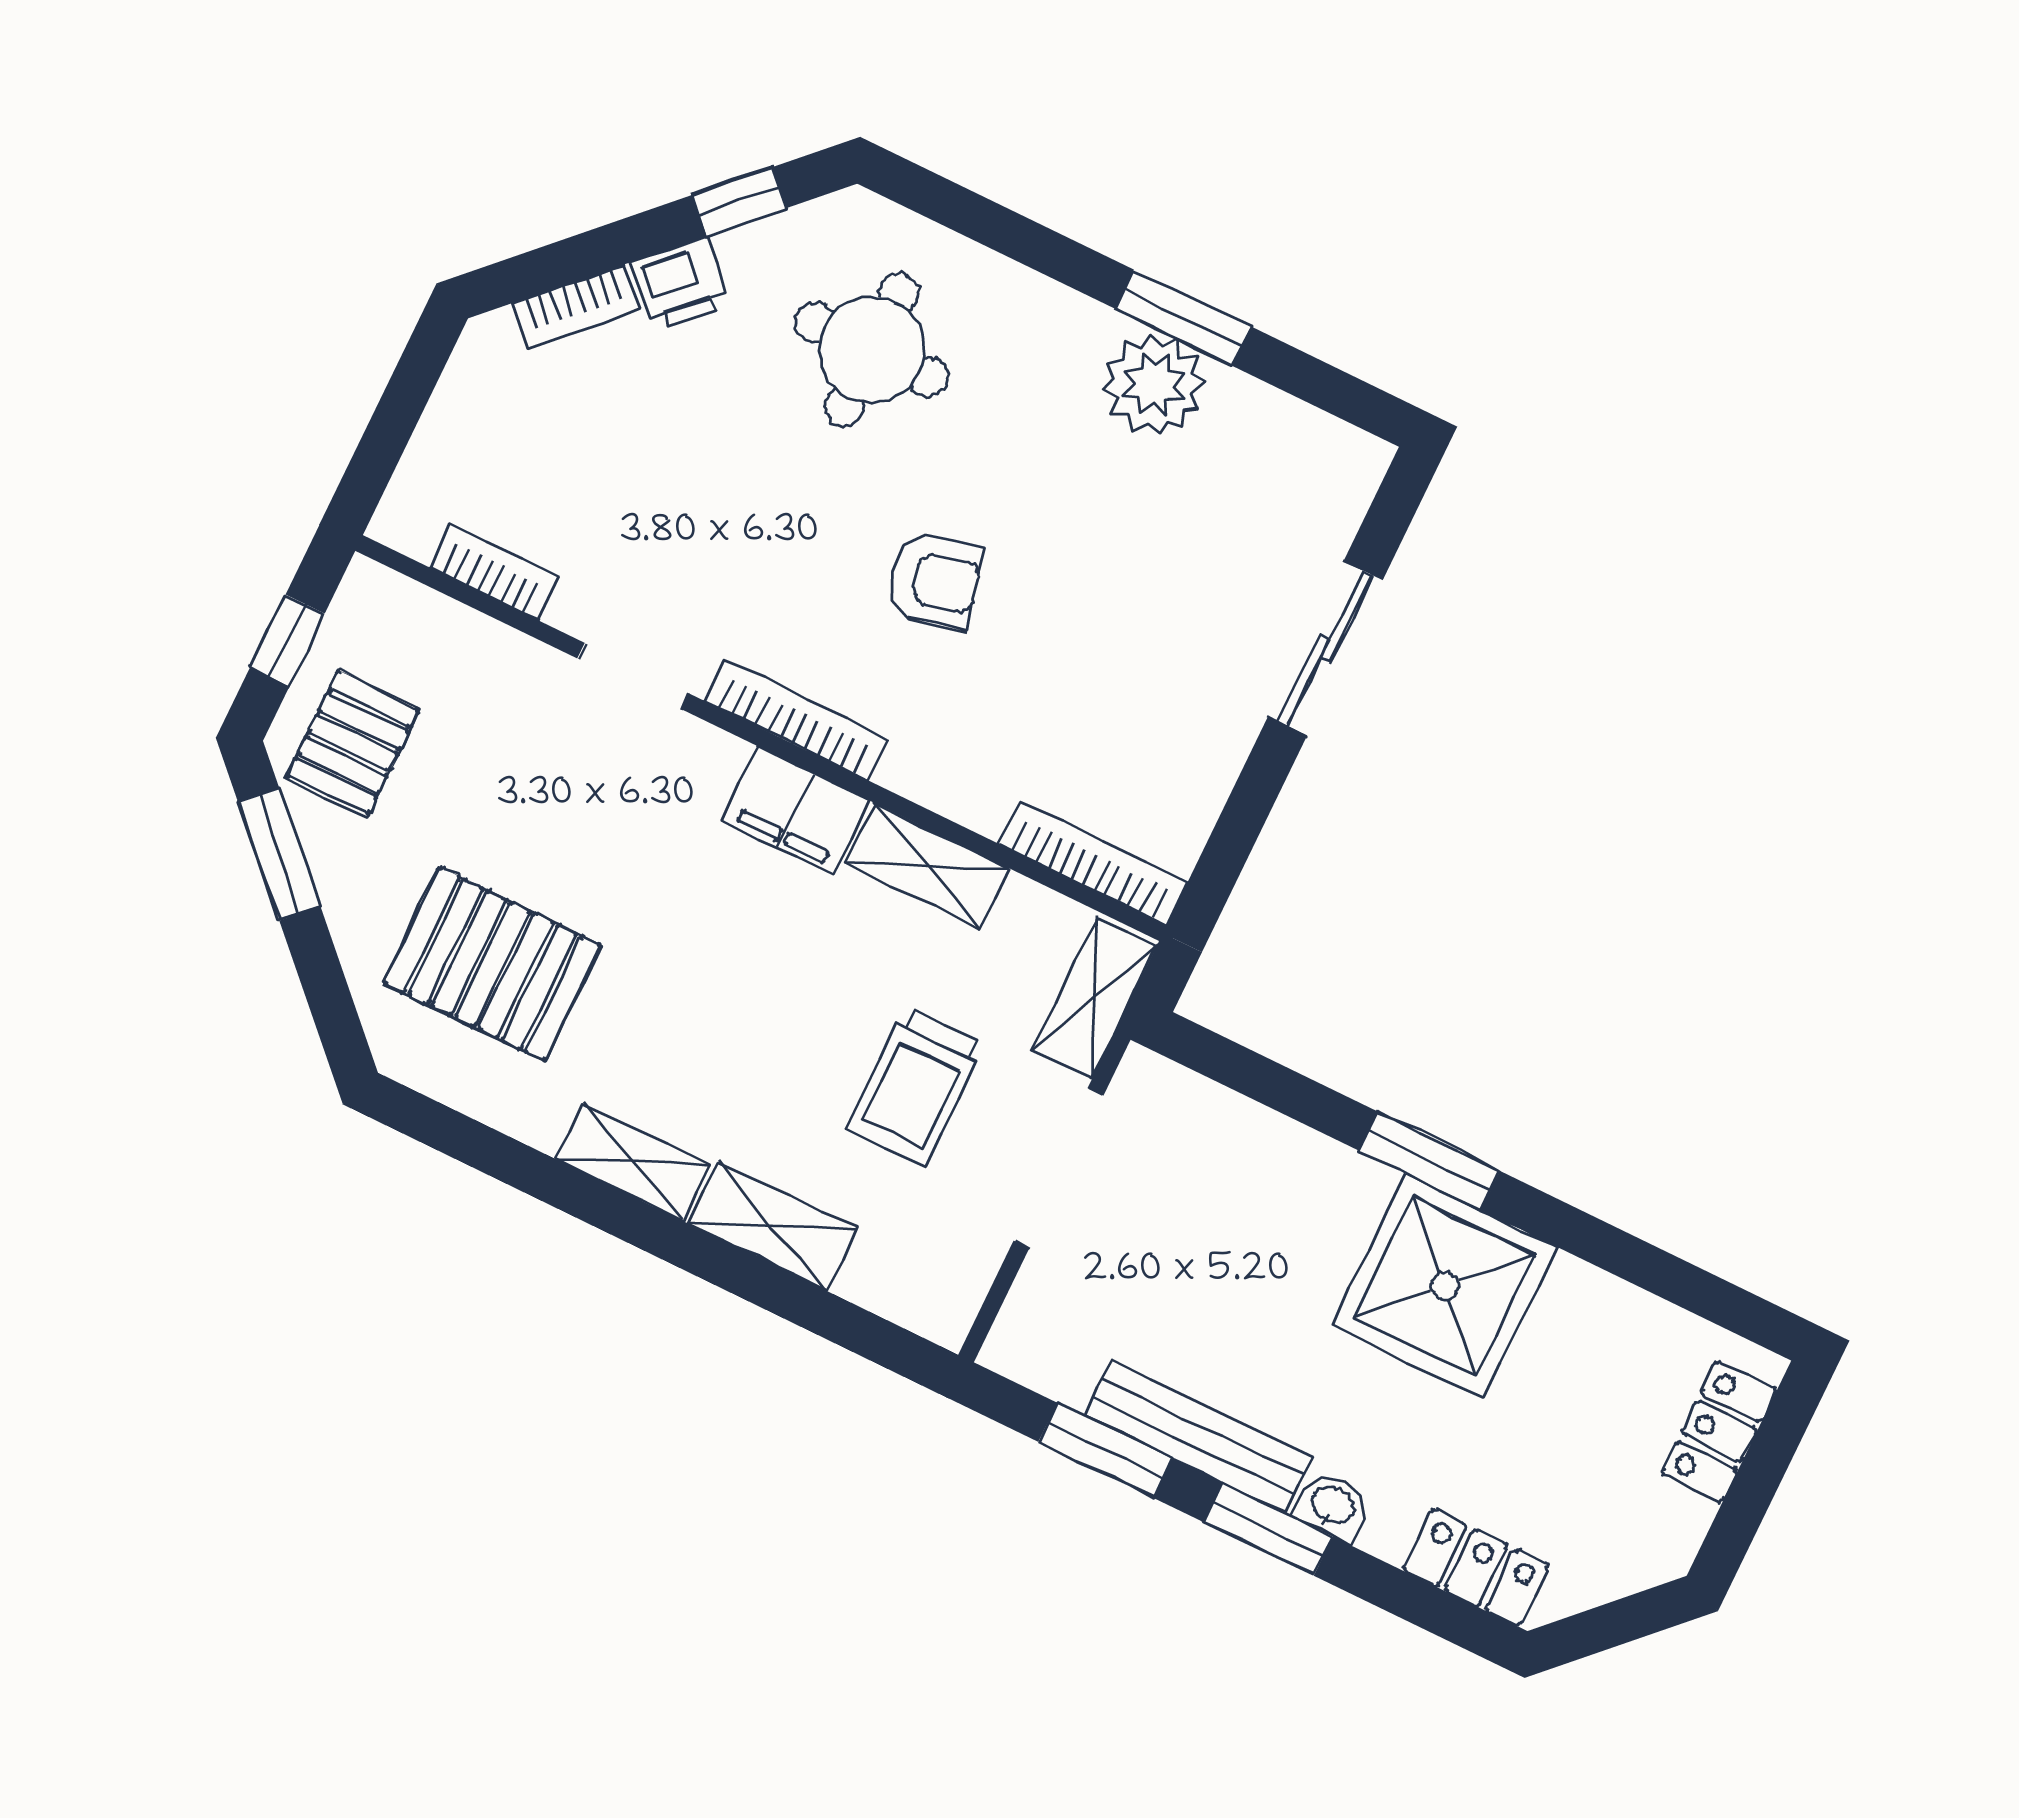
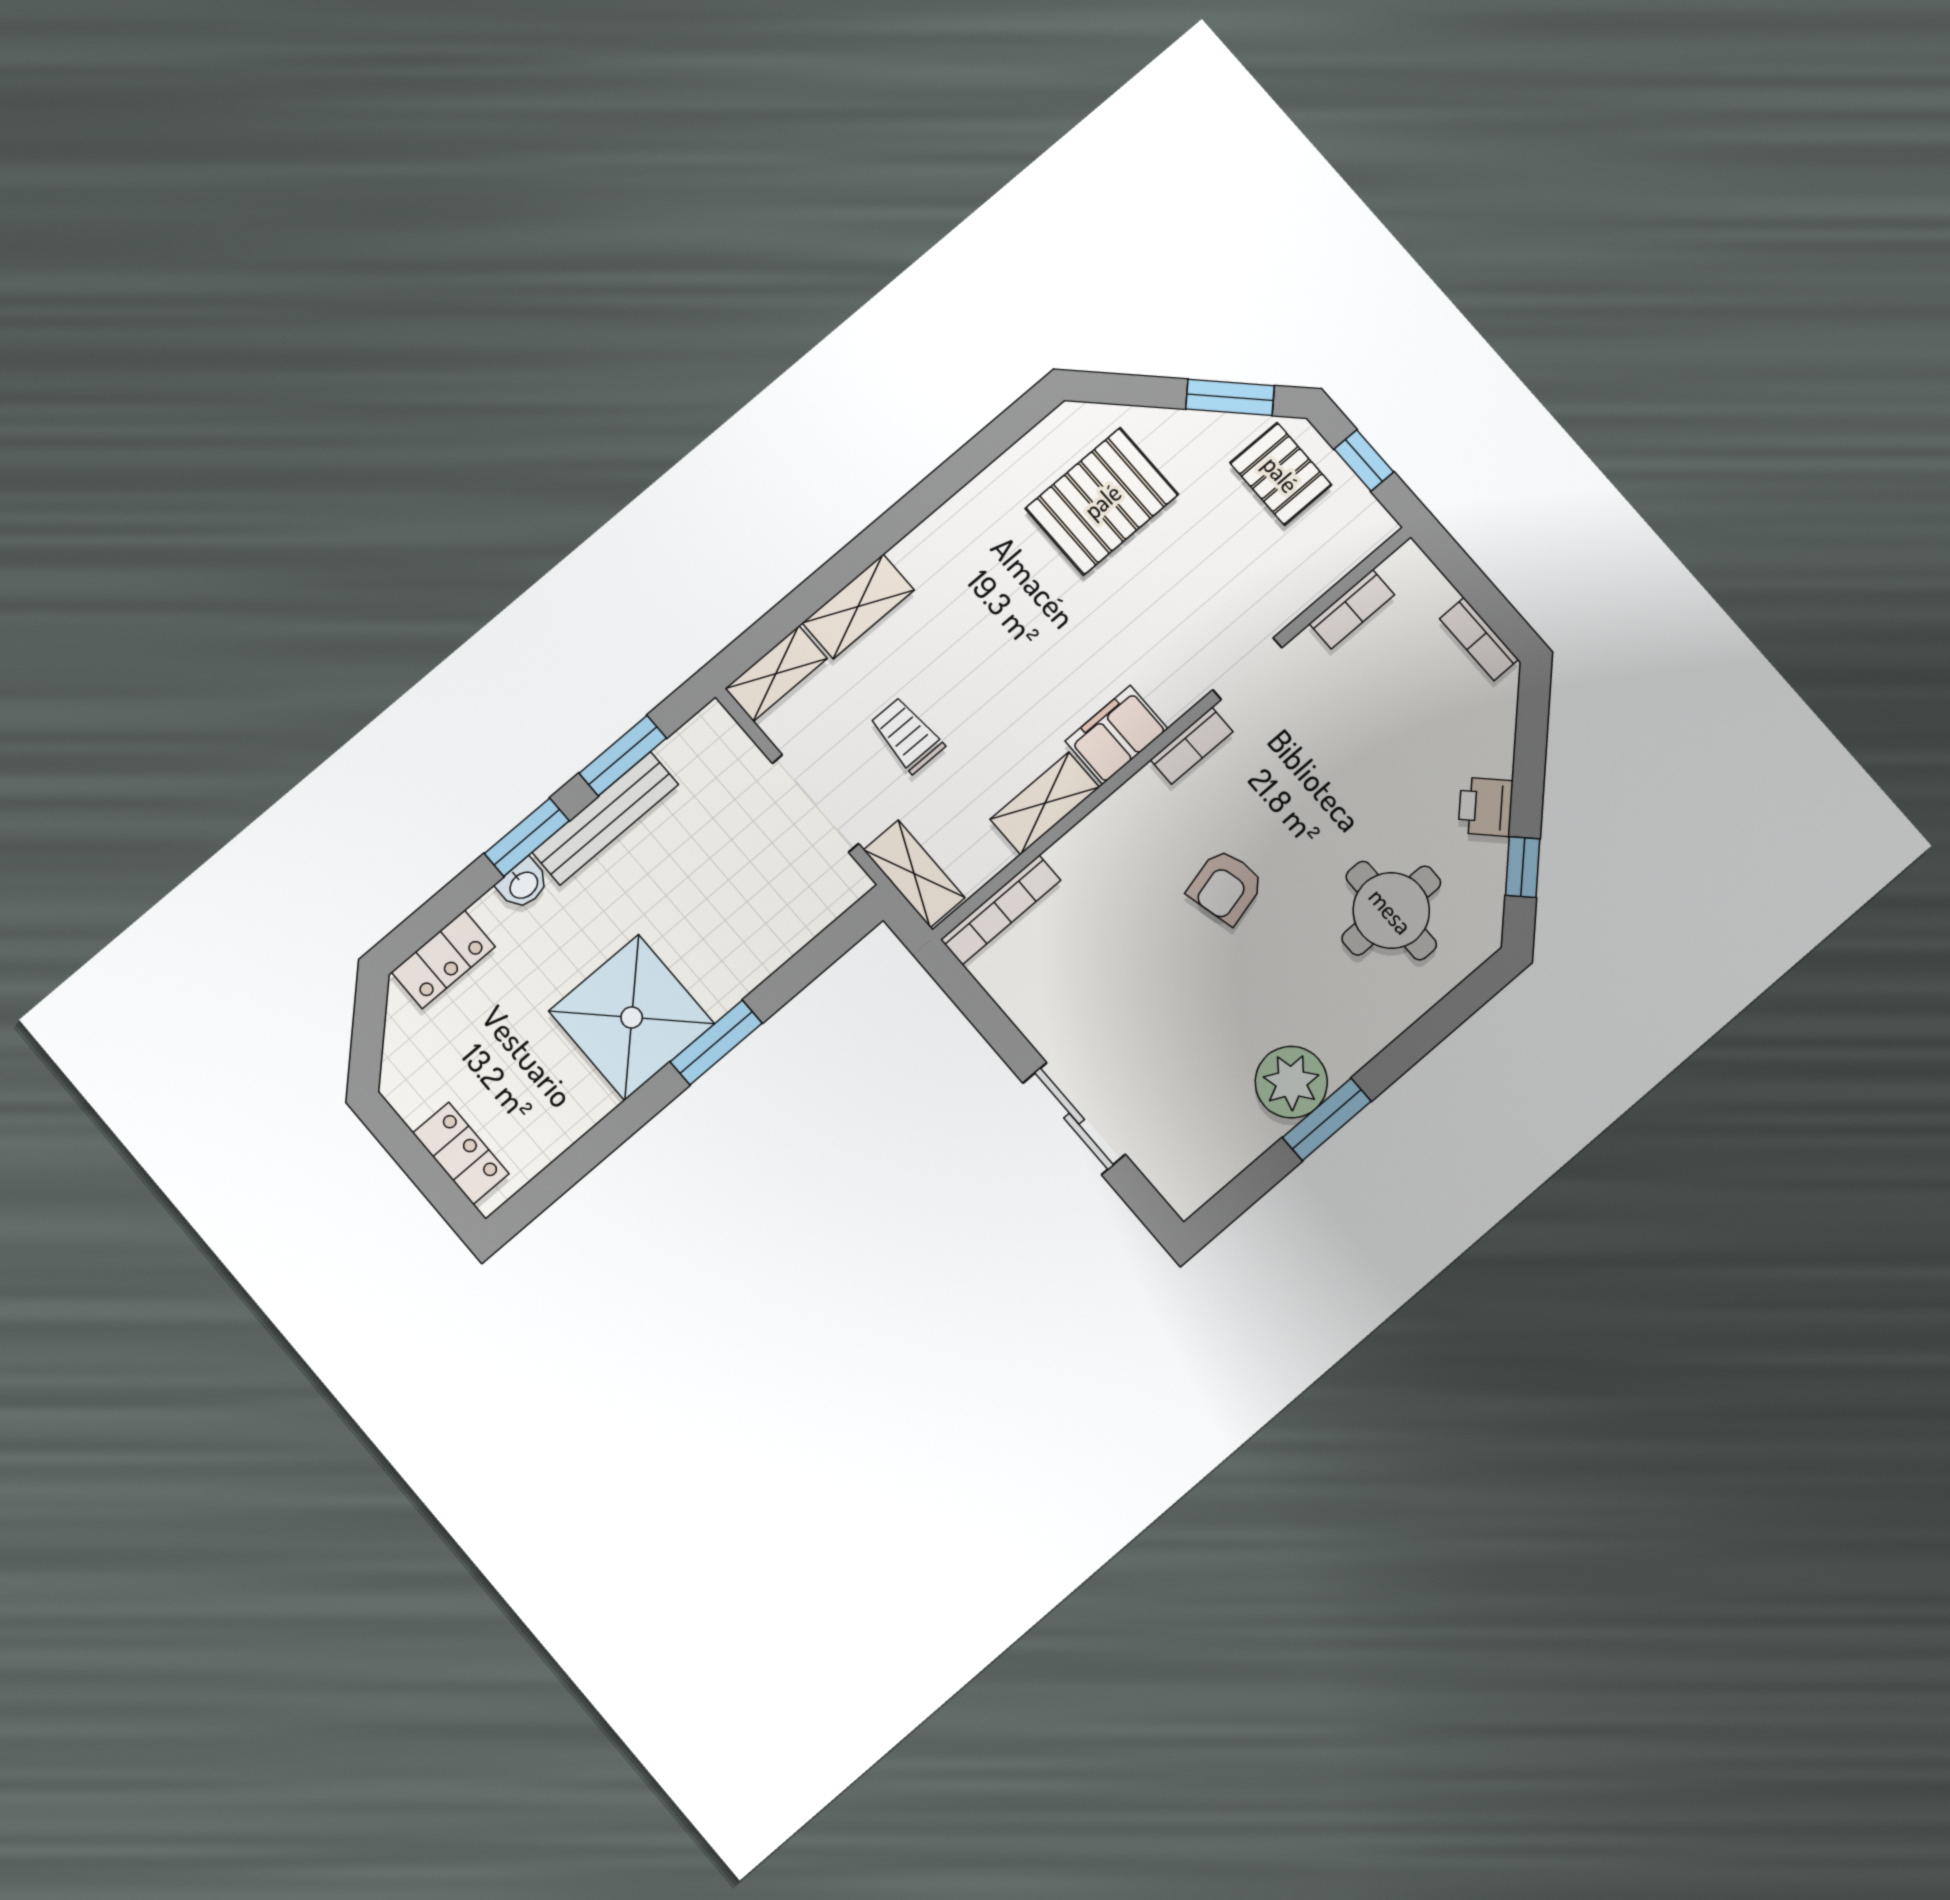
bookcase: (576, 306) -> (1479, 639), moved, turned -45
bookcase: (797, 720) -> (1192, 746), width x0.64
trolley: (916, 1087) -> (907, 735), width x0.73, depth x0.72
shelving: (633, 1162) -> (776, 673), moved

